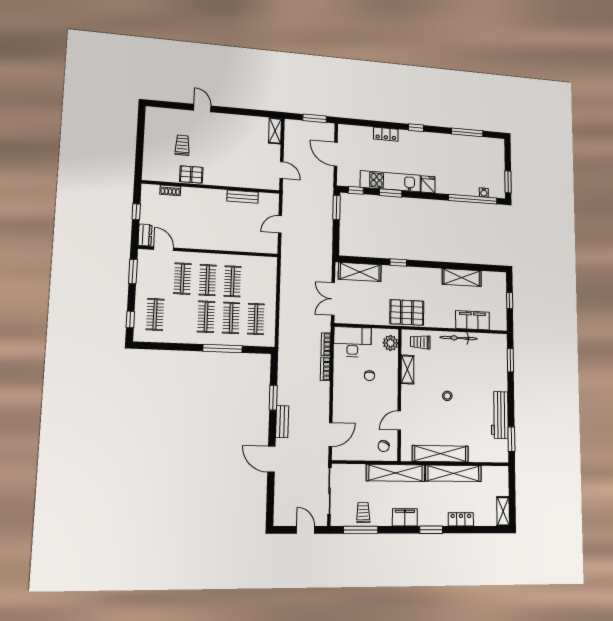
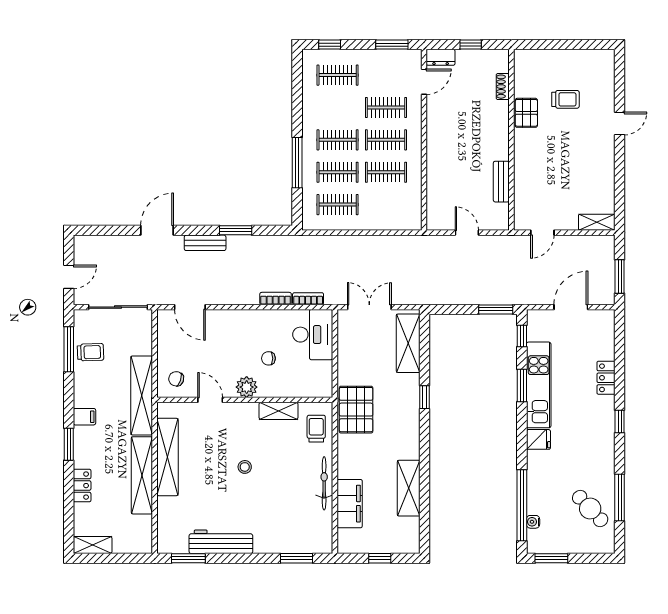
cafe table: (475, 153) -> (590, 509), added
plant: (391, 343) -> (247, 387), moved
filing cabinet: (405, 517) -> (84, 417), width x0.50

